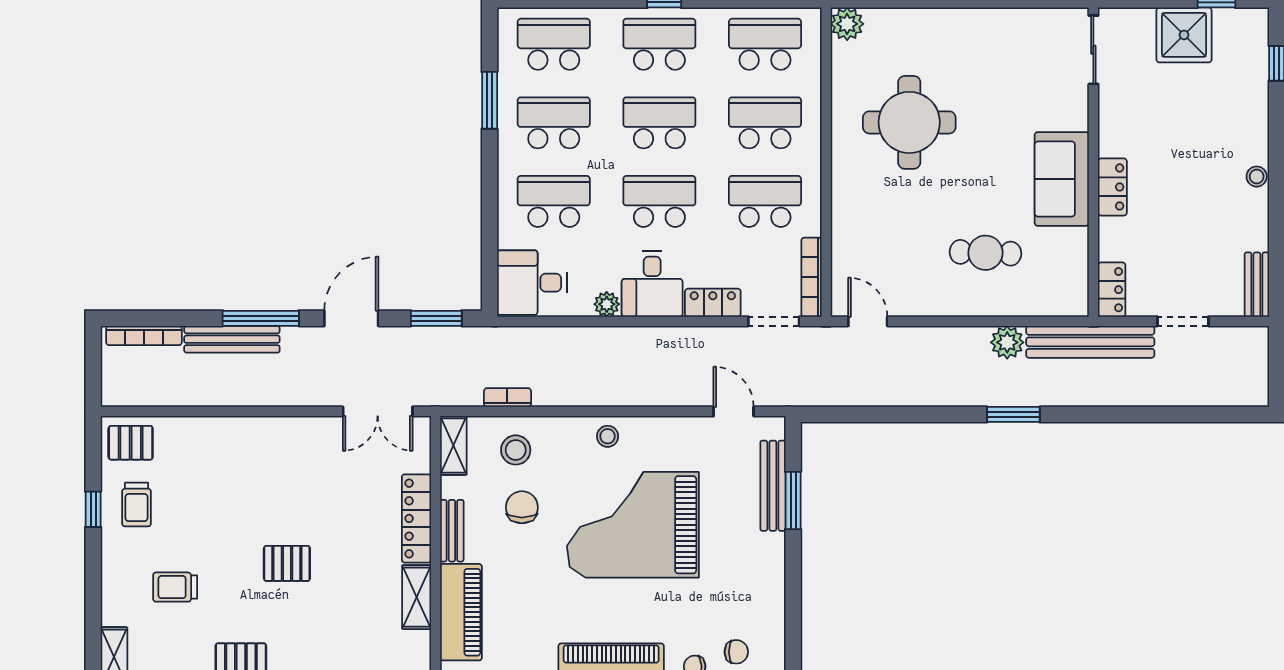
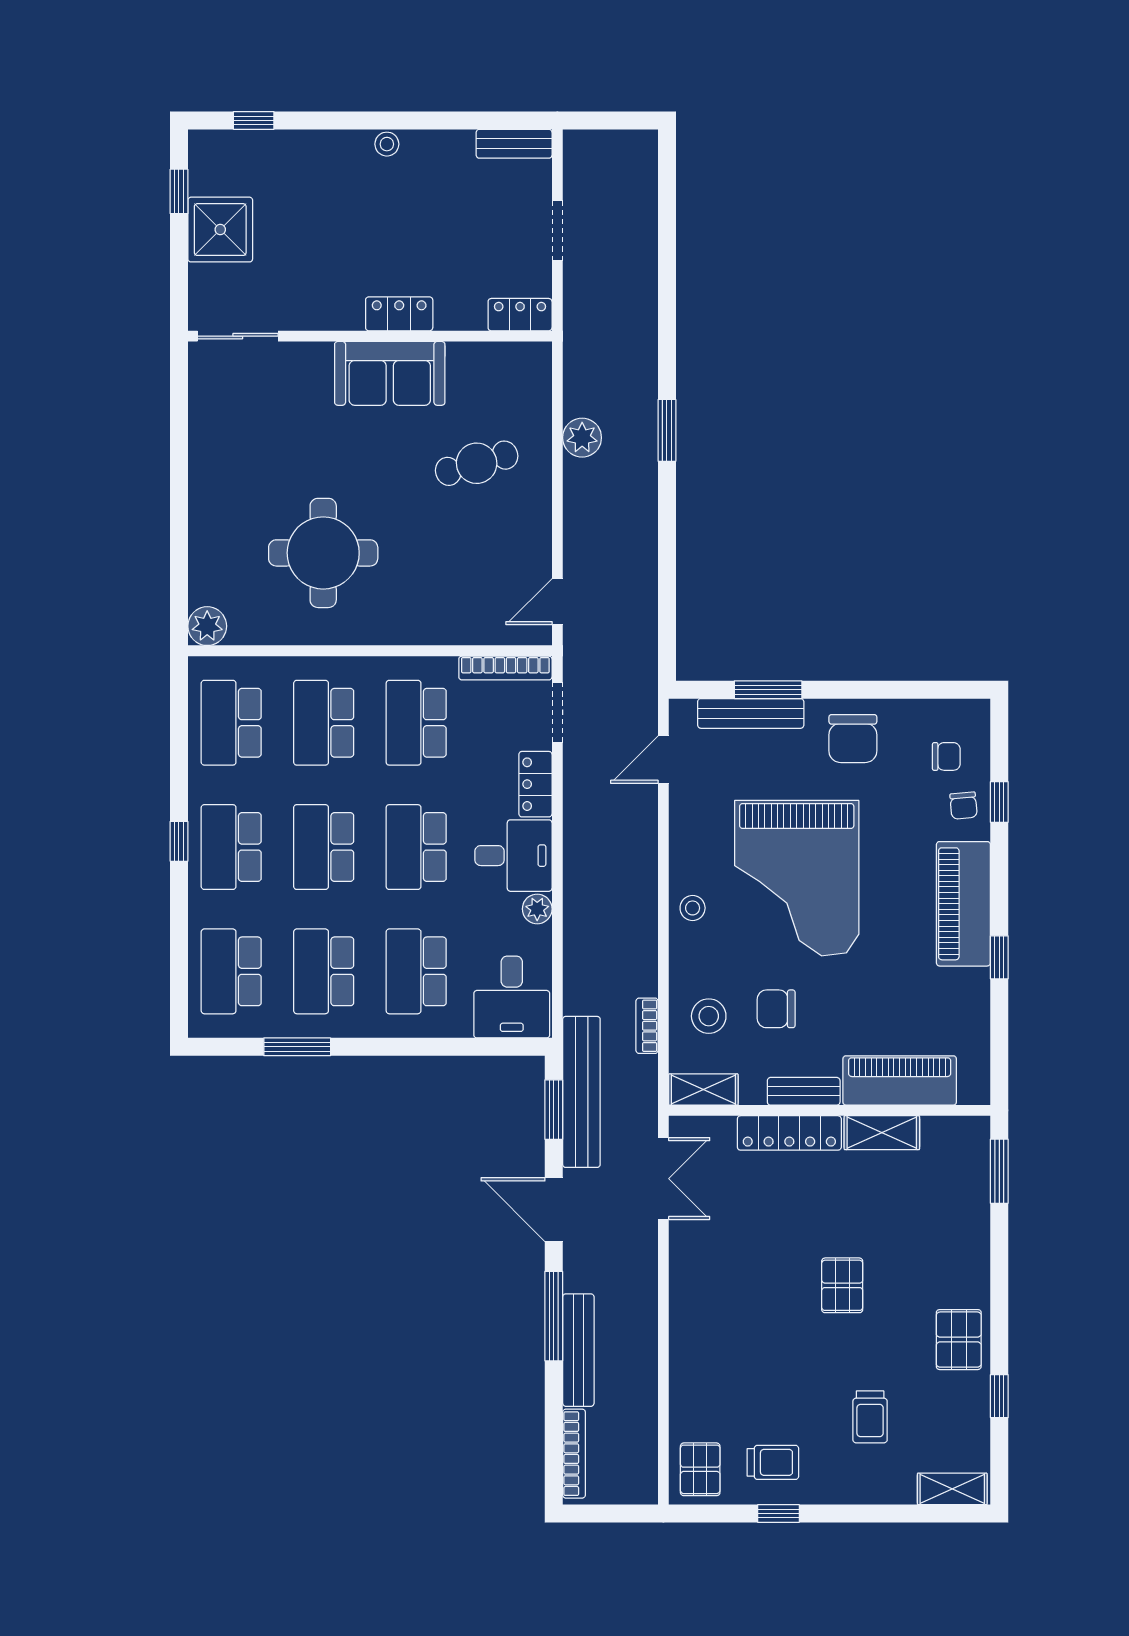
cafe table: (985, 253) -> (477, 463), turned 72
bench: (1090, 342) -> (581, 1092), moved
chair: (752, 572) -> (853, 739), added
chair: (736, 652) -> (946, 756), turned 90

